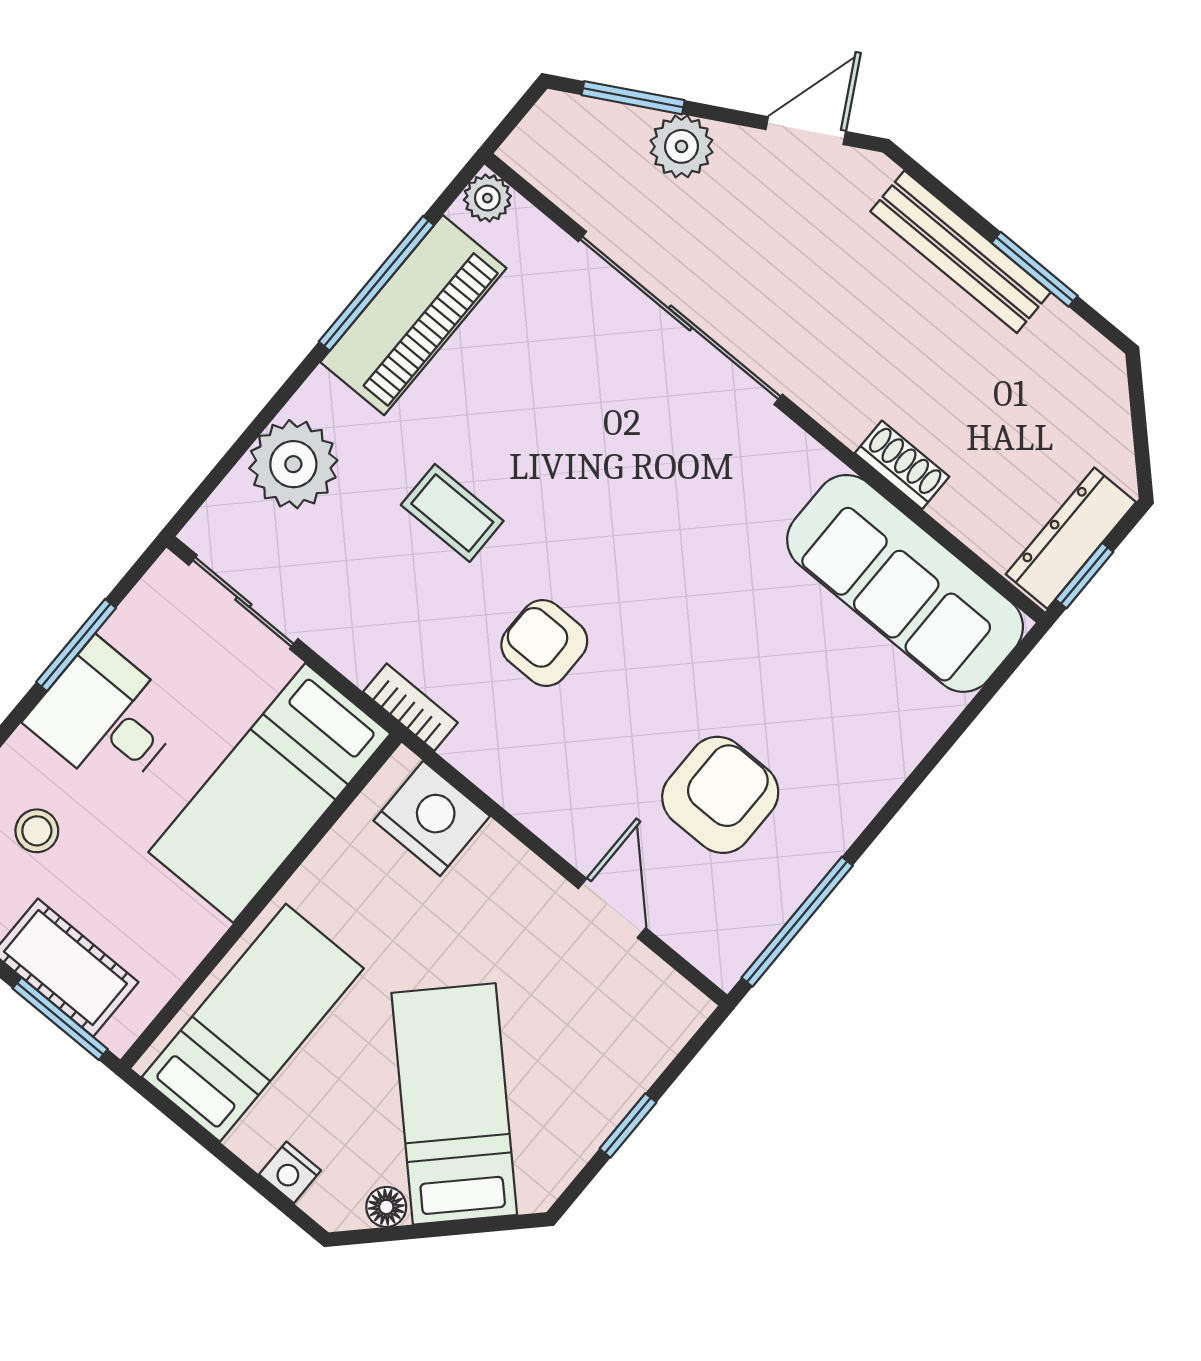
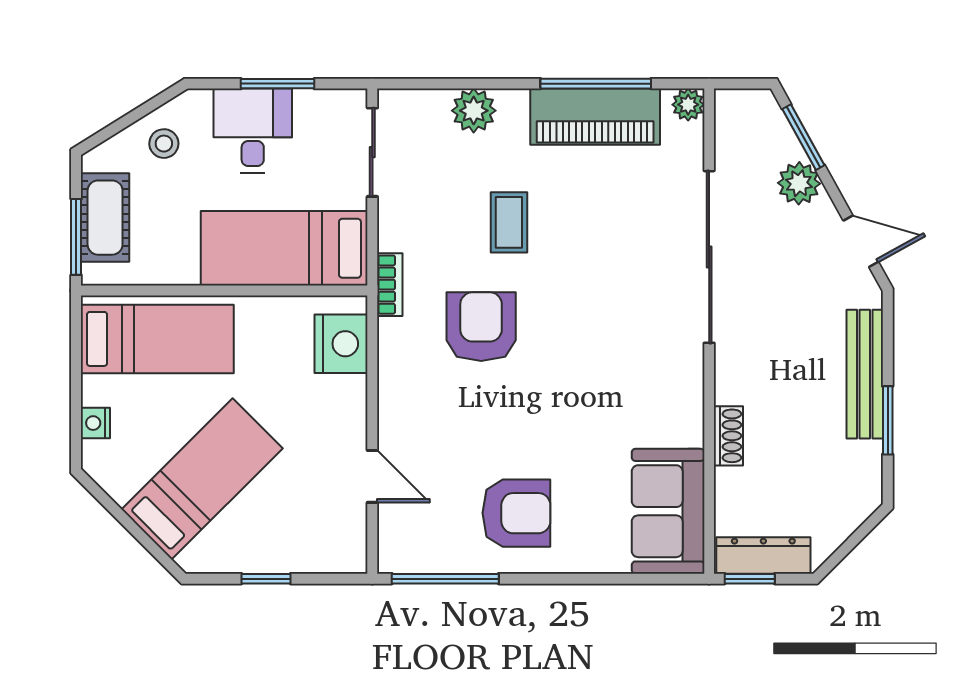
plant: (293, 464) -> (474, 111), width x0.73, depth x0.73
sofa: (905, 583) -> (668, 511), width x0.73
armchair: (544, 643) -> (481, 327), width x1.38, depth x1.38
armchair: (720, 795) -> (516, 513), moved
door: (612, 908) -> (372, 476), hinge flipped
floor lamp: (386, 1207) -> (119, 488), removed

